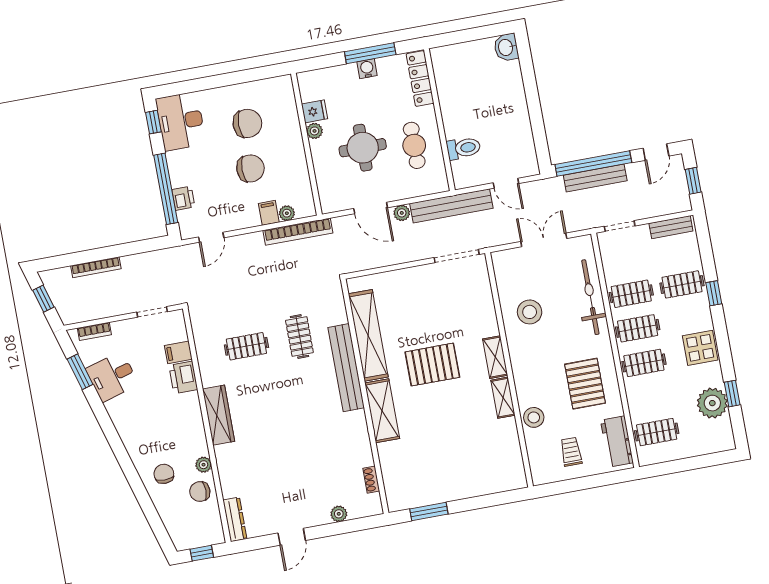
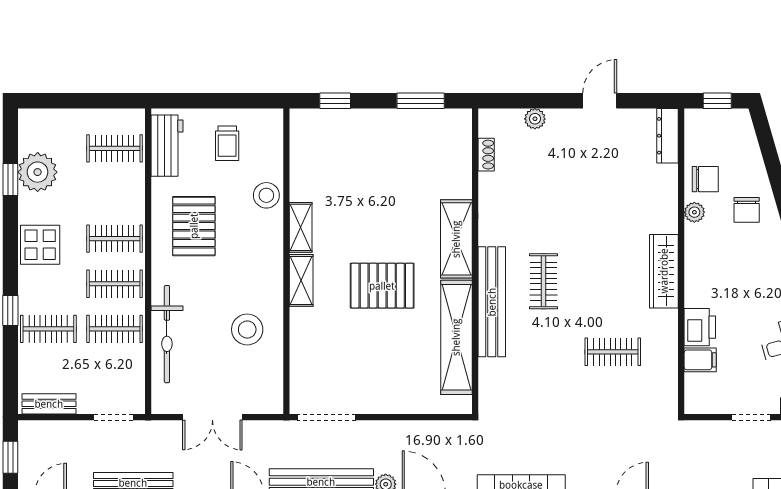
doorway: (152, 312) -> (751, 417), moved
clothes rail: (299, 337) -> (544, 281), moved
window: (494, 500) -> (335, 101), added

